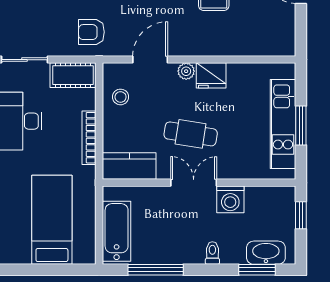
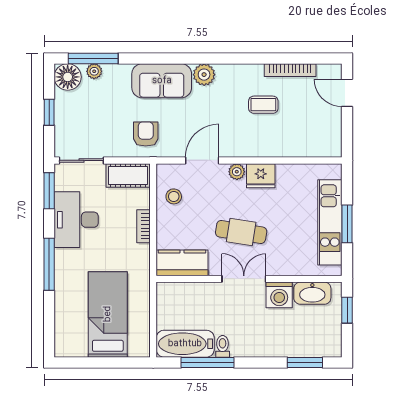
armchair: (91, 32) -> (146, 134), turned 90
bookcase: (89, 138) -> (143, 226), width x0.64
bathtub: (117, 231) -> (185, 344), moved, turned -90
toilet: (212, 253) -> (223, 346), moved
washbasin: (266, 253) -> (312, 293), moved, turned 180

